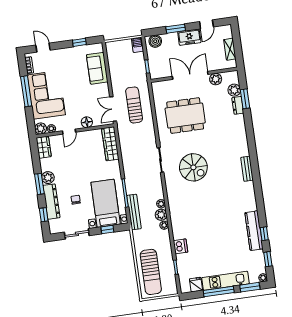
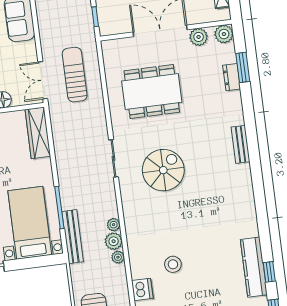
plant: (234, 90) -> (224, 34), moved
spiral stairs: (193, 167) -> (163, 170), turned -90
bench: (247, 169) -> (241, 144), moved
window: (107, 229) -> (32, 263), removed
stool: (201, 229) -> (173, 264), added

